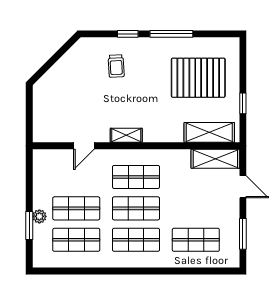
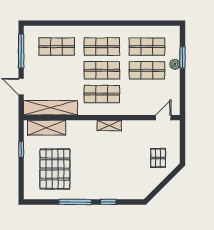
trolley: (116, 66) -> (117, 178), removed
pallet: (198, 78) -> (55, 169), turned 90
pallet: (62, 92) -> (158, 158), added
door: (84, 146) -> (163, 118), moved
shelving: (215, 159) -> (51, 108), width x1.47
window: (243, 234) -> (21, 51), width x1.44

